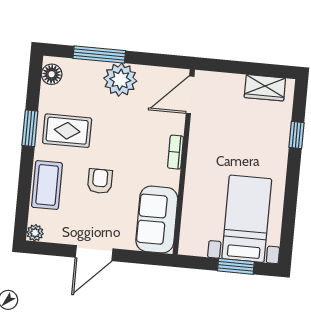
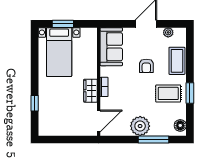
wardrobe: (265, 88) -> (90, 91), moved, turned -90
plant: (35, 233) -> (168, 32), moved

